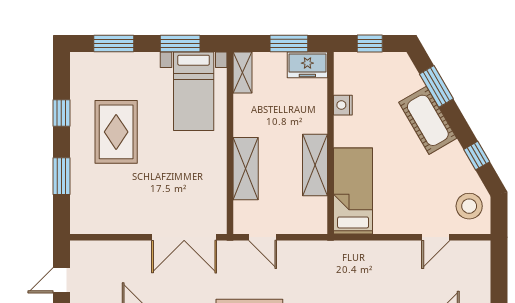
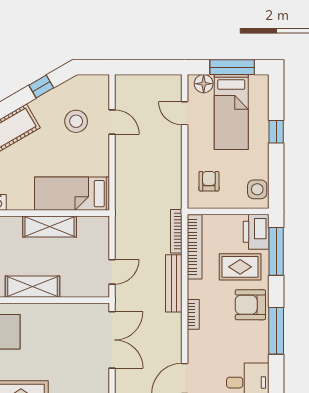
shelving: (246, 169) -> (33, 287), moved
stool: (469, 206) -> (76, 121), moved

